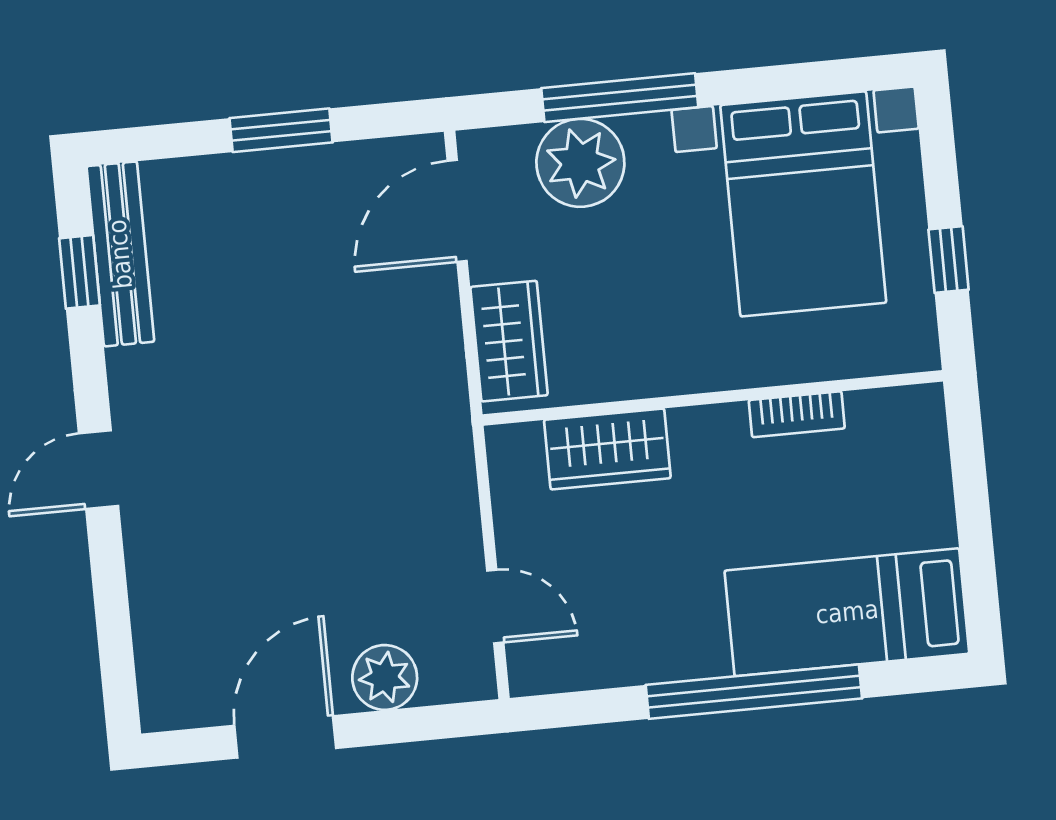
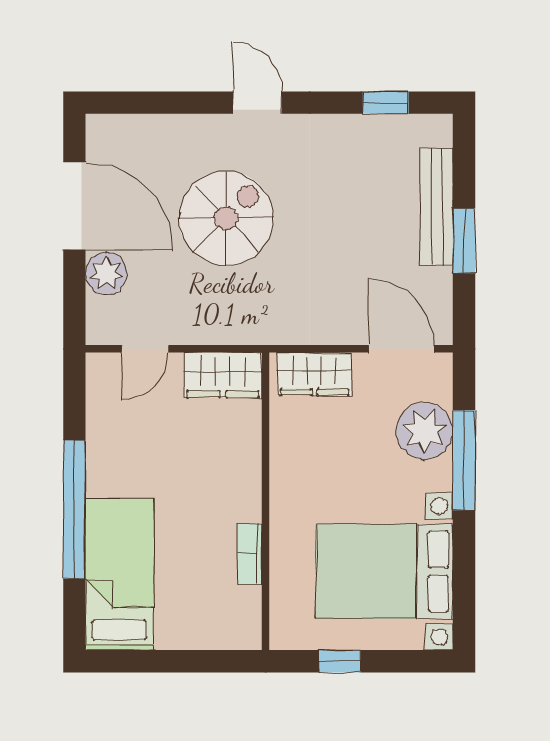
bench: (120, 254) -> (437, 207), moved, turned 90
wardrobe: (607, 449) -> (223, 375), moved, turned -90
spiral stairs: (282, 501) -> (226, 218), added
door: (285, 737) -> (74, 206), width x1.36

